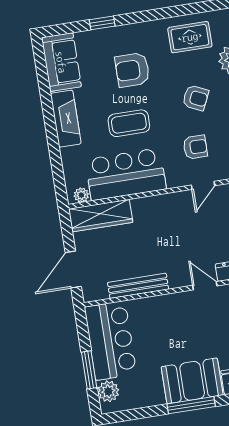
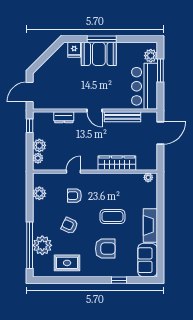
bar counter: (126, 174) -> (119, 186), removed
wardrobe: (101, 216) -> (117, 163), moved
door: (205, 286) -> (94, 111), moved

